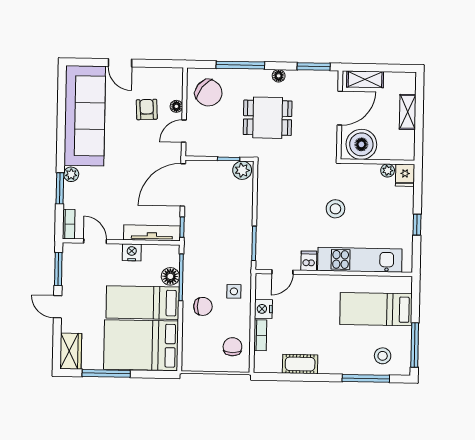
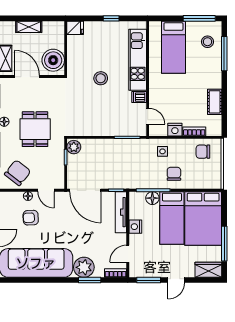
plant: (388, 170) -> (72, 41), removed
plant: (71, 174) -> (84, 267), width x1.88, depth x1.88

